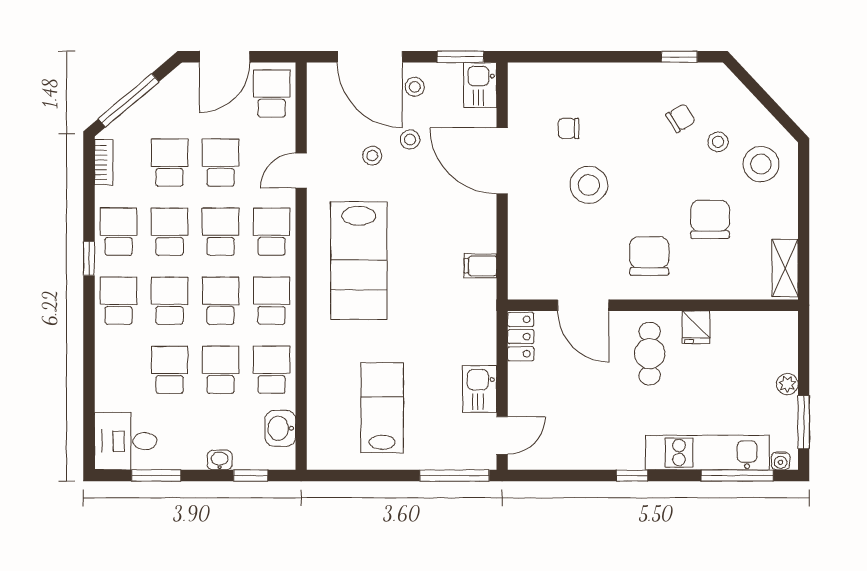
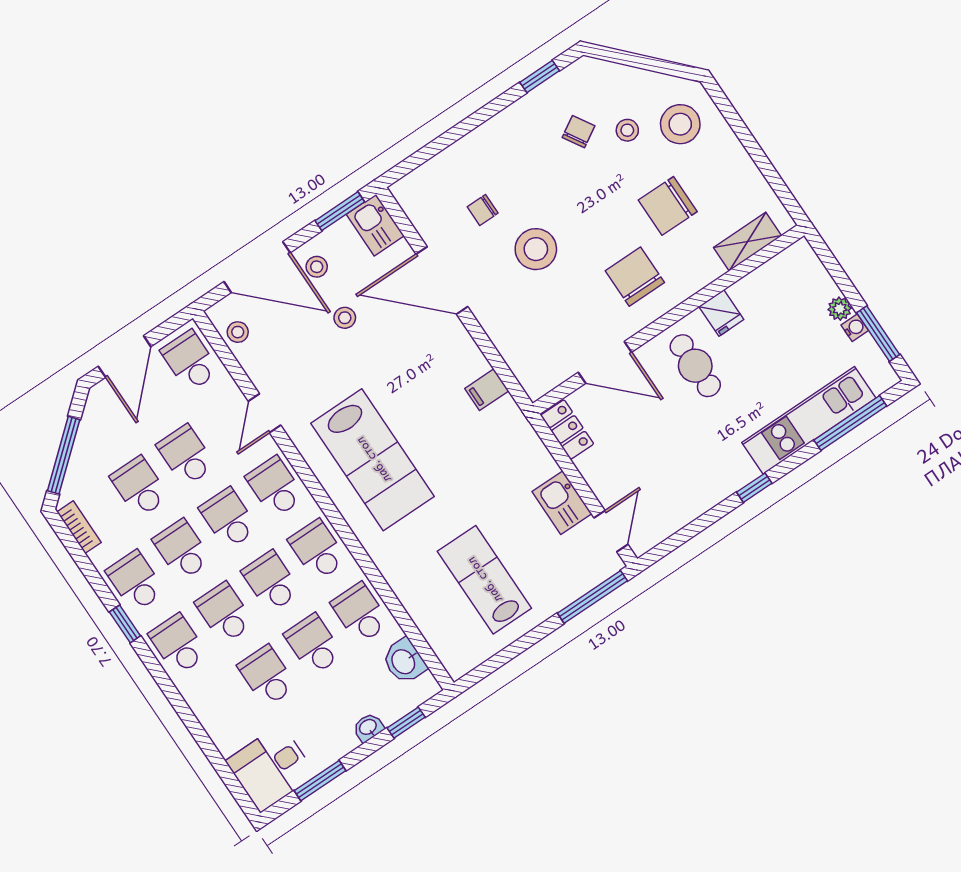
stool: (372, 156) -> (238, 332), moved
chair: (710, 219) -> (668, 206), turned -90
shelving: (785, 268) -> (747, 242), moved, turned 90
water cooler: (781, 461) -> (855, 328), moved, turned -90

